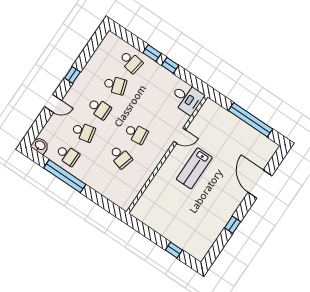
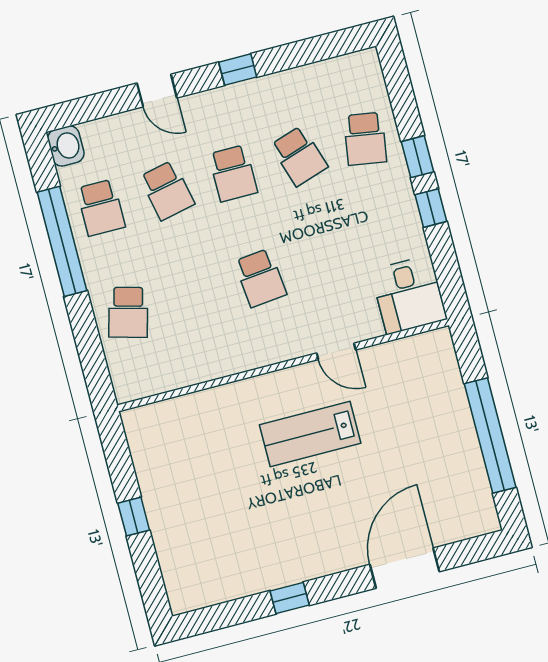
school desk: (120, 157) -> (128, 312), moved
window: (174, 250) -> (134, 517), moved

